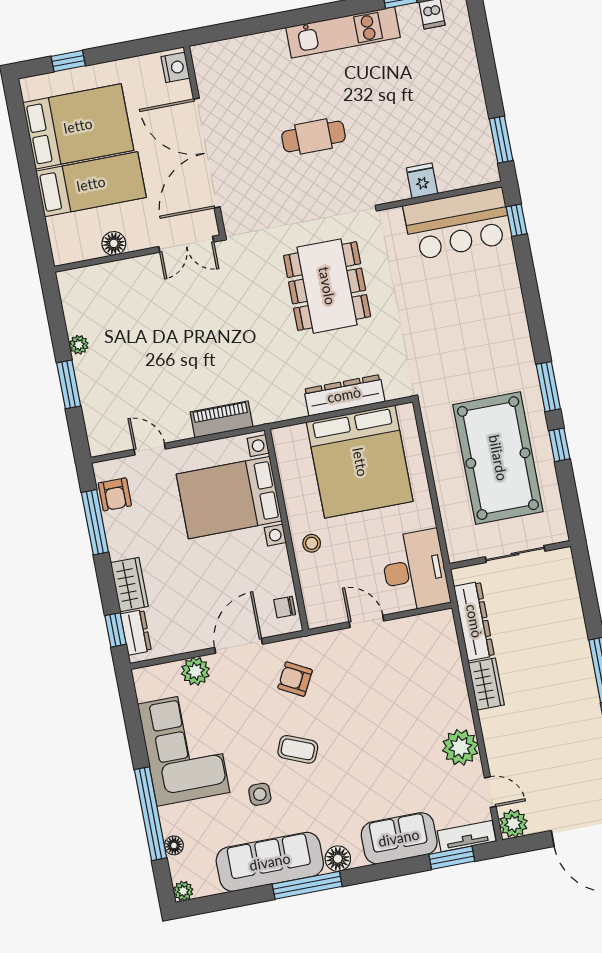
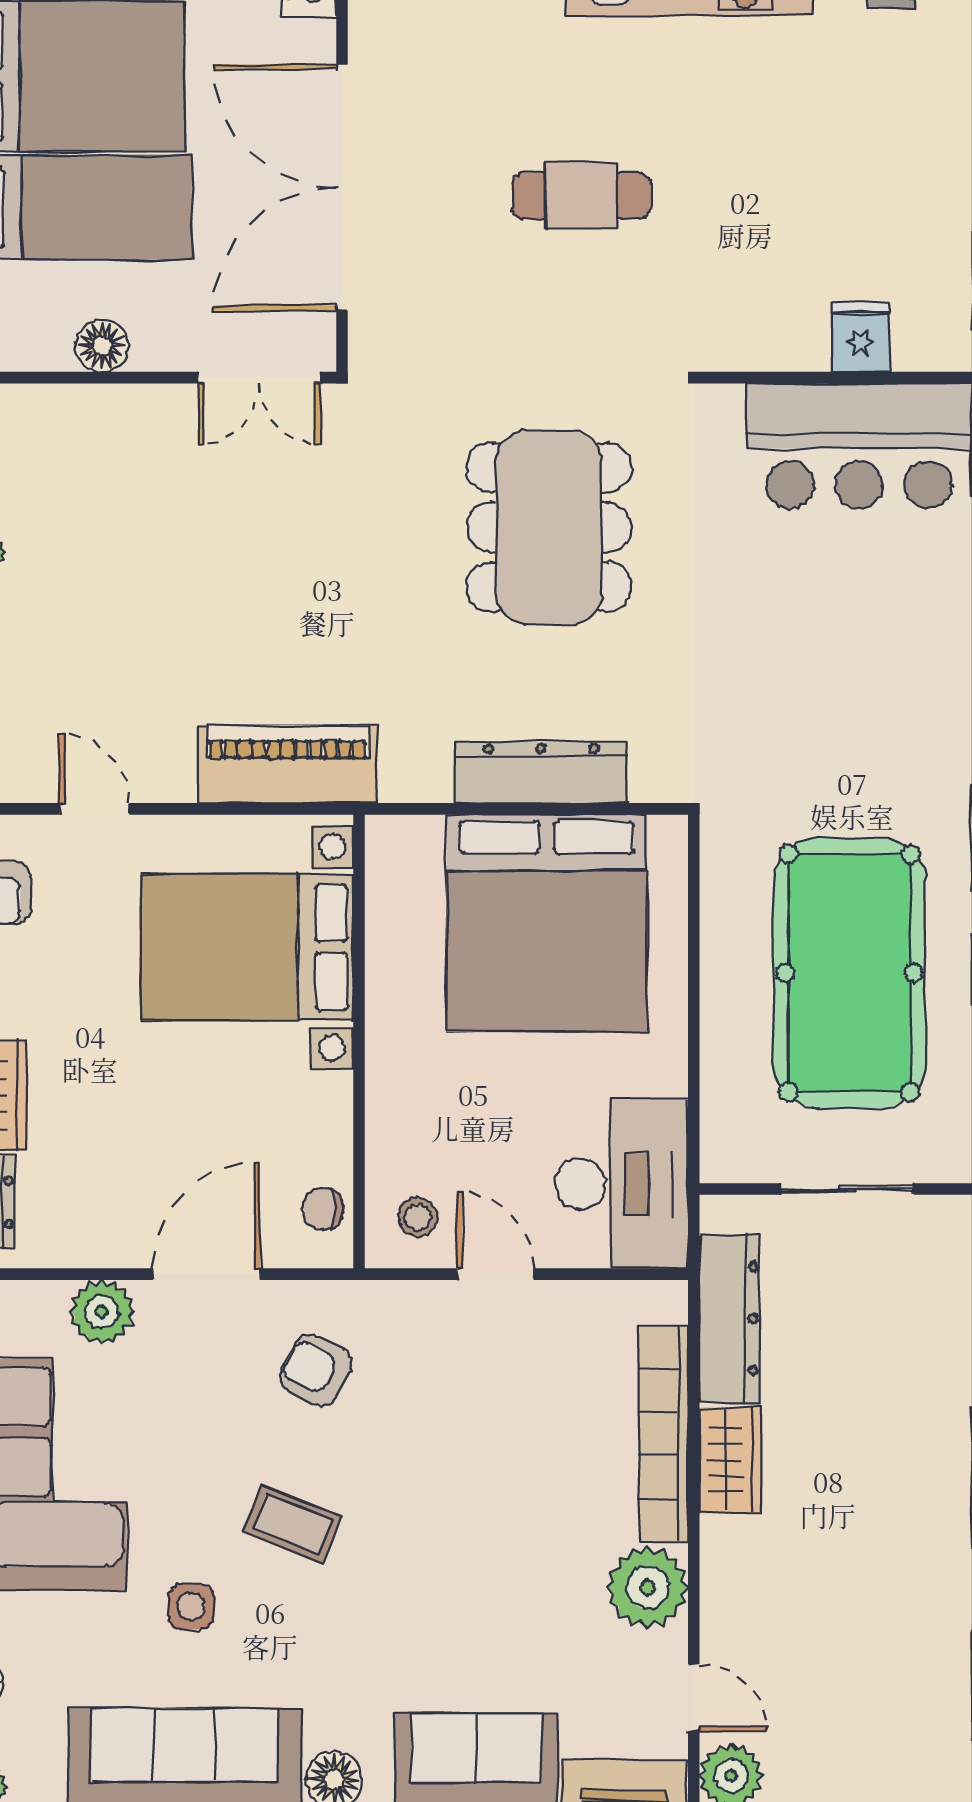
fridge: (422, 181) -> (860, 337), moved
piano: (222, 419) -> (288, 764), width x1.37, depth x1.33
stool: (312, 543) -> (418, 1217), moved
bookcase: (455, 678) -> (664, 1434), added

